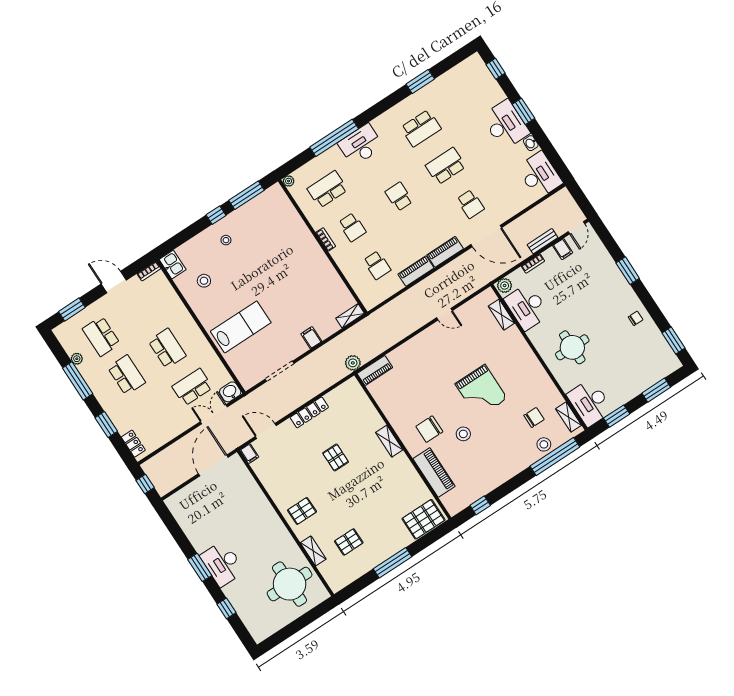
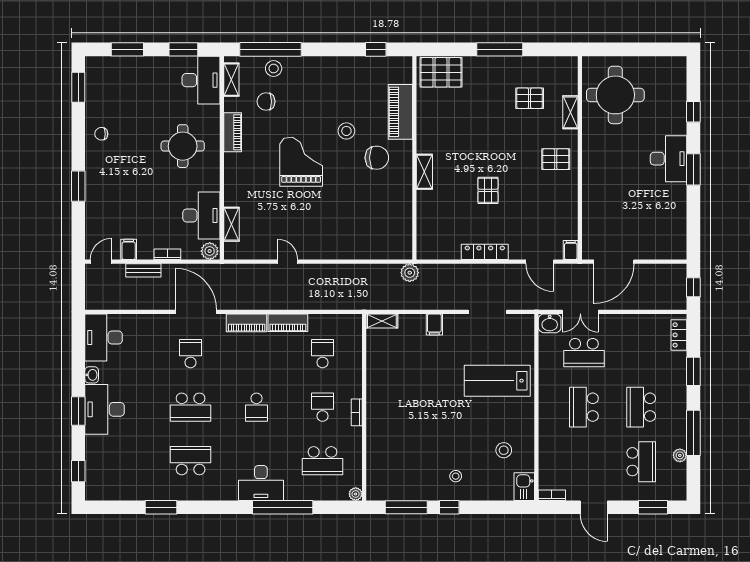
piano: (375, 370) -> (233, 132), moved, turned 90

